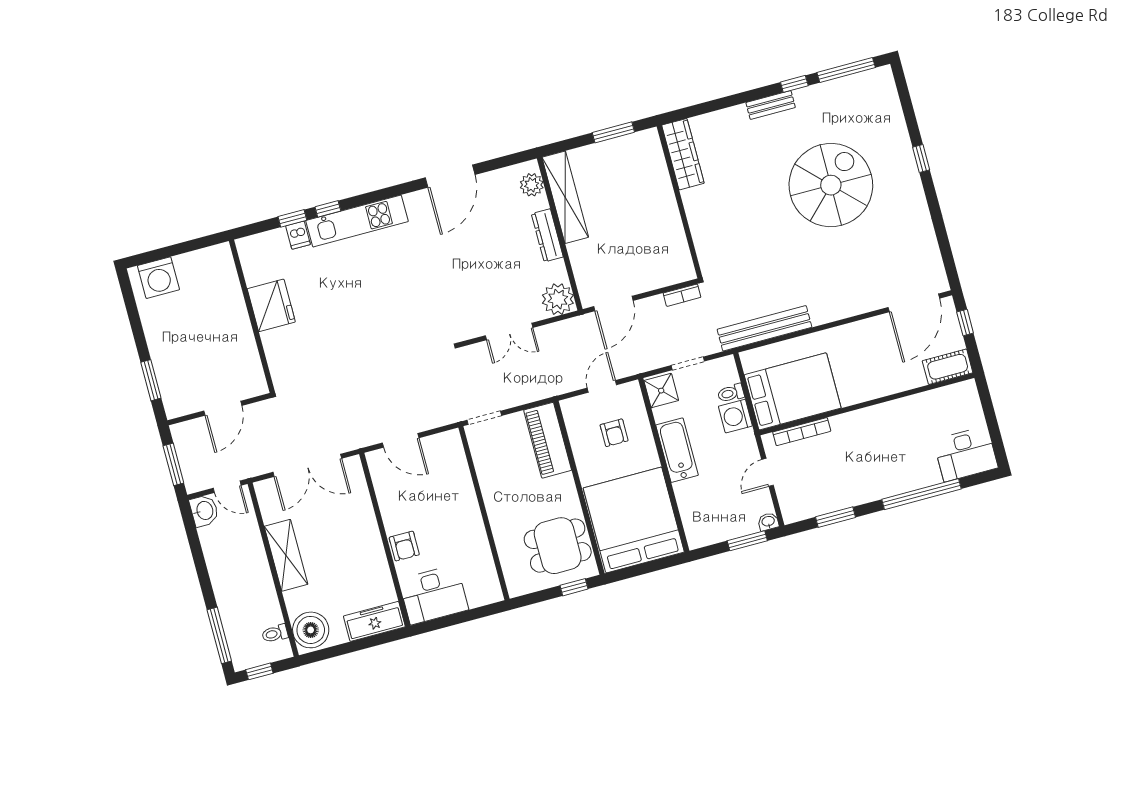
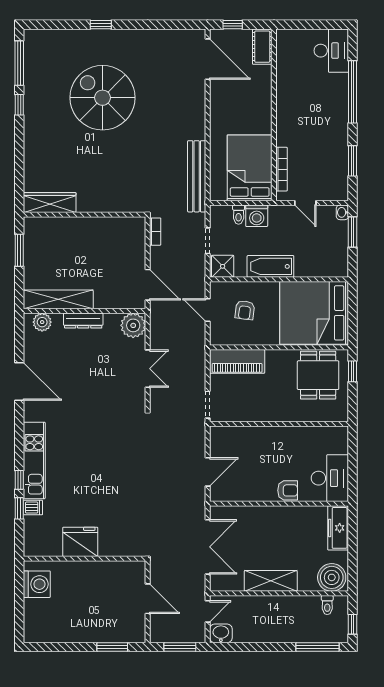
bench: (771, 105) -> (30, 127), removed
washing machine: (158, 278) -> (37, 584), moved
armchair: (614, 433) -> (245, 310), turned 97

